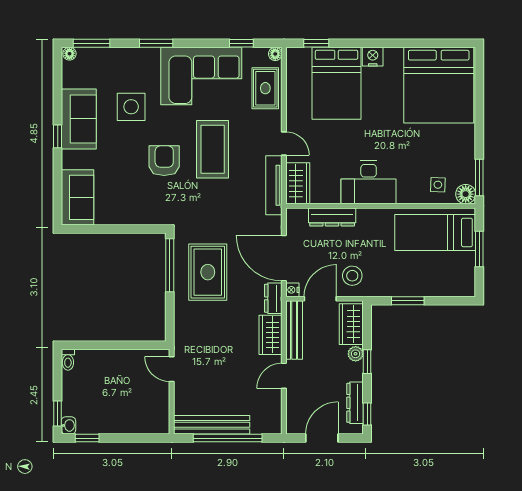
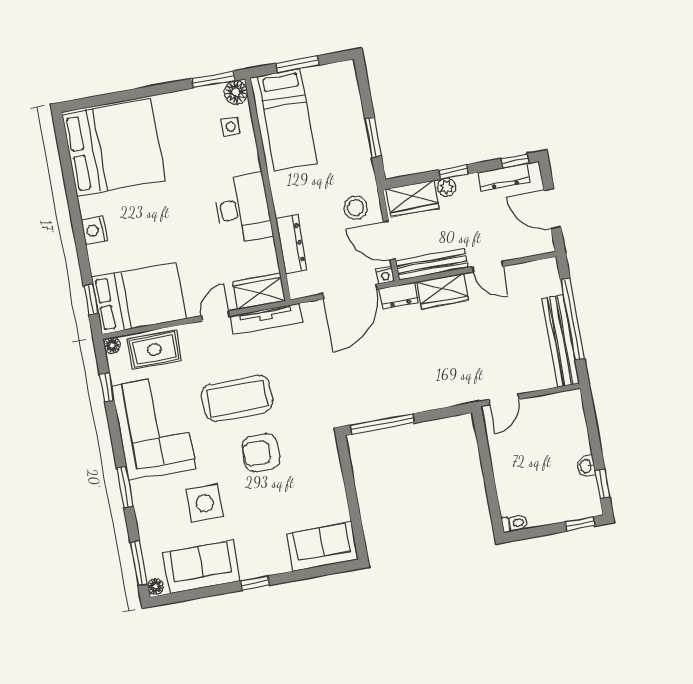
bed: (337, 83) -> (139, 298), moved
sofa: (79, 119) -> (201, 567), moved
rug: (208, 272) -> (382, 378), removed
washbasin: (68, 425) -> (586, 466), moved, turned -90

